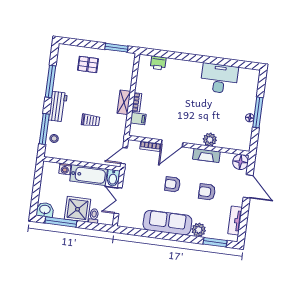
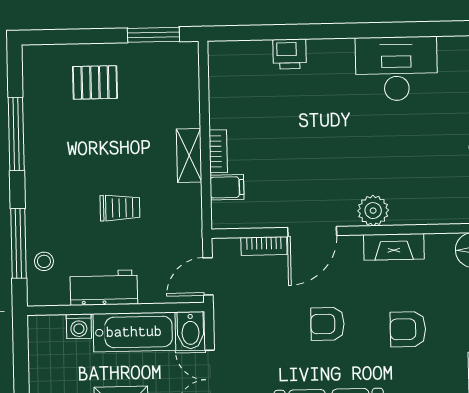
printer: (158, 63) -> (290, 54), moved
workbench: (58, 107) -> (104, 288), moved, turned -90
plant: (210, 140) -> (373, 211), moved

